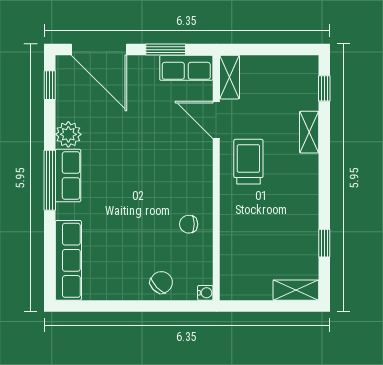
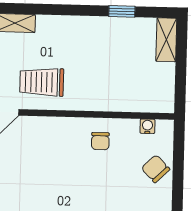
water cooler: (205, 293) -> (147, 126), moved

